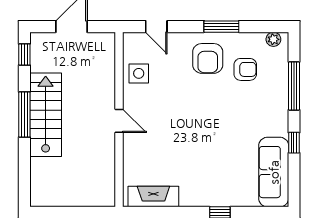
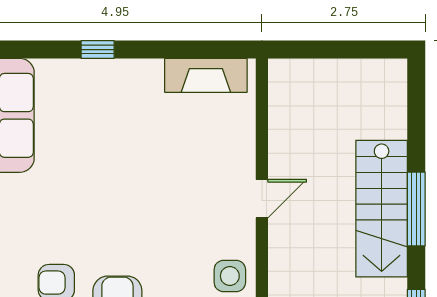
door: (119, 121) -> (262, 199), swing flipped

